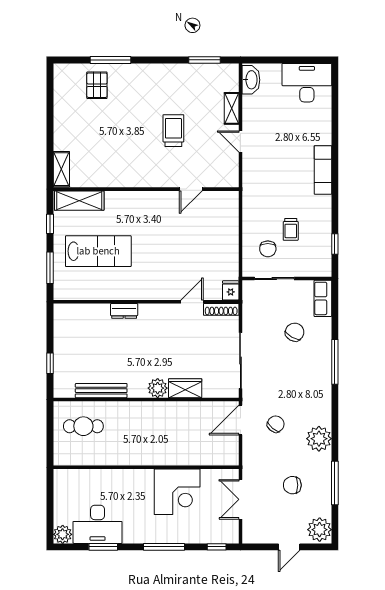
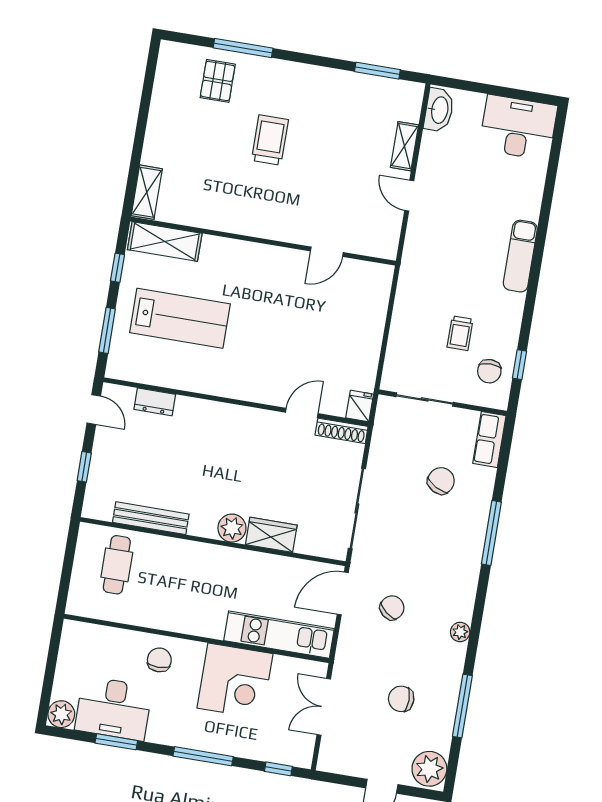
trolley: (173, 131) -> (270, 140), moved
chair: (268, 249) -> (489, 371), moved
dresser: (124, 311) -> (155, 402), moved
door: (50, 323) -> (94, 410), added
cafe table: (83, 426) -> (117, 565), turned 90
plant: (319, 439) -> (460, 632), width x0.53, depth x0.53
kitchen unit: (202, 455) -> (279, 635), added
chair: (123, 486) -> (159, 660), added

